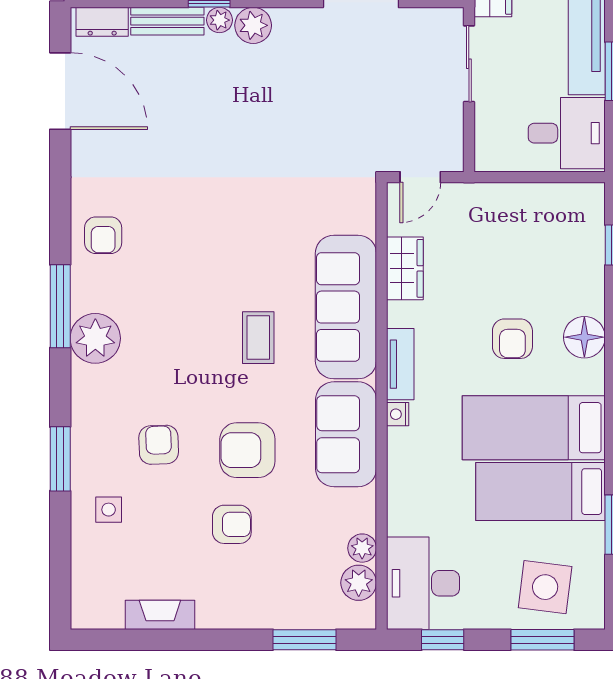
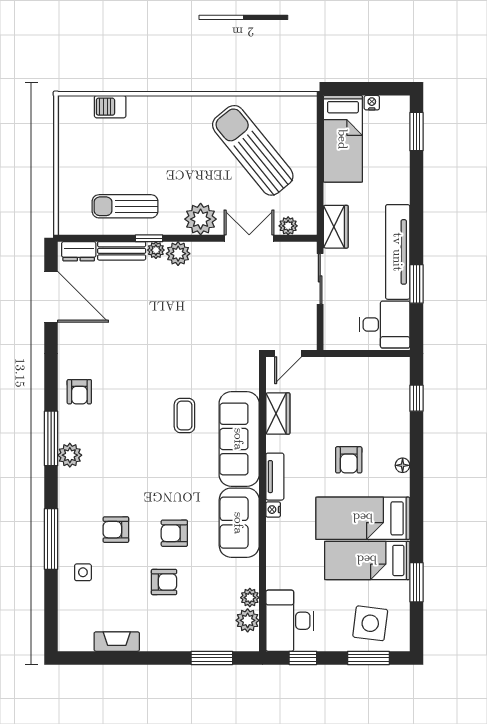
floor lamp: (584, 337) -> (403, 465), width x0.53, depth x0.53
plant: (95, 338) -> (70, 455), width x0.73, depth x0.73
coffee table: (258, 338) -> (184, 416), moved
armchair: (159, 445) -> (116, 530), turned -88
armchair: (247, 450) -> (174, 533), width x0.72, depth x0.72
window: (60, 459) -> (51, 539), width x1.44

